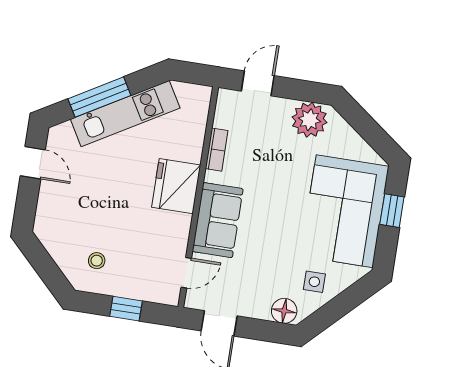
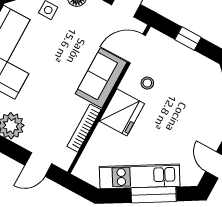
bookcase: (217, 150) -> (84, 128), width x1.56
stool: (97, 261) -> (147, 83), moved
door: (186, 273) -> (137, 49), width x1.37

